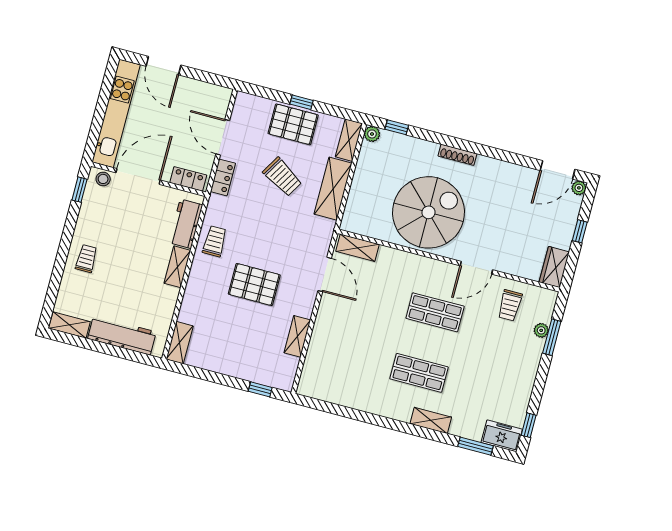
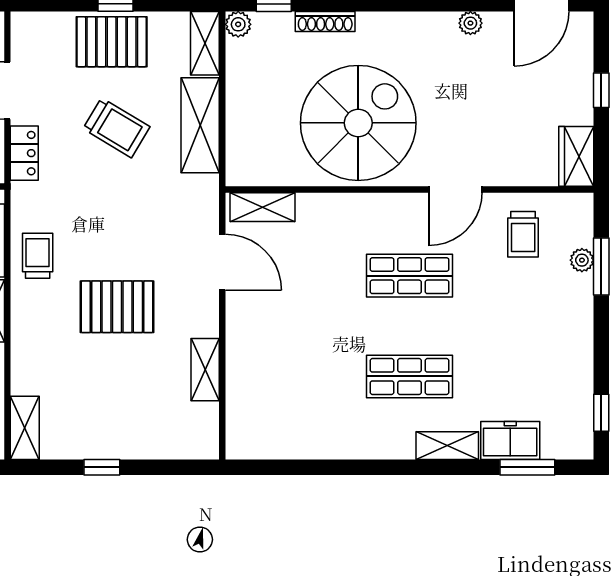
shoe rack: (457, 155) -> (325, 22), moved
plant: (579, 188) -> (470, 23), moved
window: (260, 389) -> (102, 467), moved
freezer: (502, 436) -> (510, 440), moved

